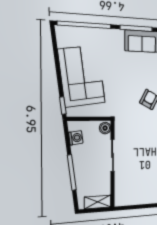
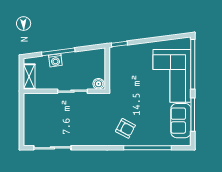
corner sofa: (82, 76) -> (172, 76), moved, turned 97
washing machine: (76, 138) -> (55, 60), moved

